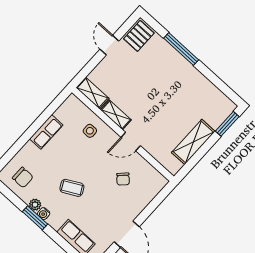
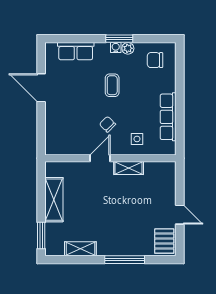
shelving: (92, 93) -> (80, 249), moved
row of seats: (46, 132) -> (168, 117), width x1.48
chair: (123, 179) -> (107, 124), moved
coffee table: (72, 188) -> (112, 85), turned -62

